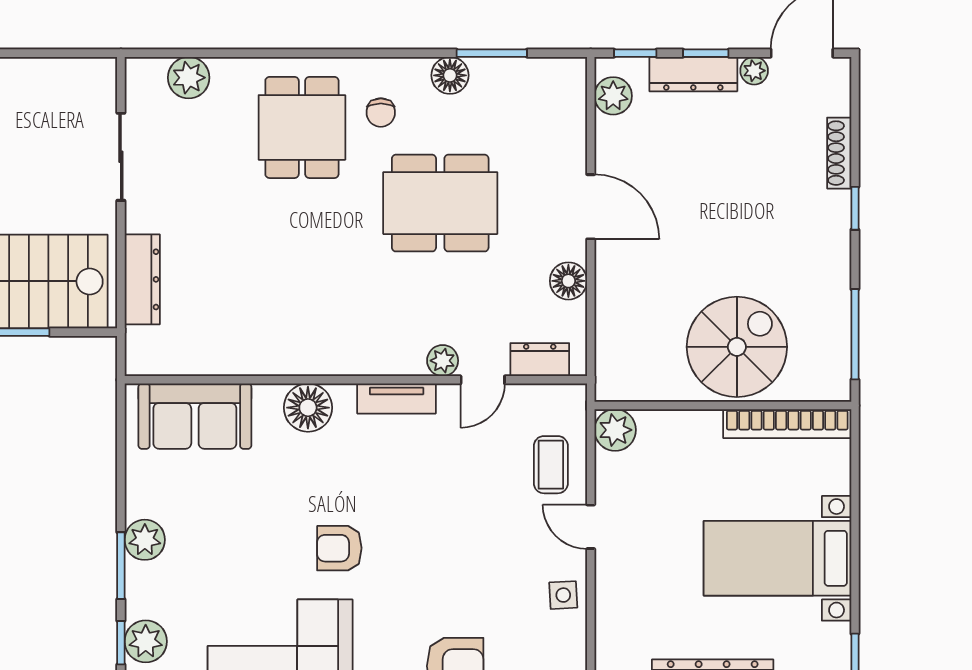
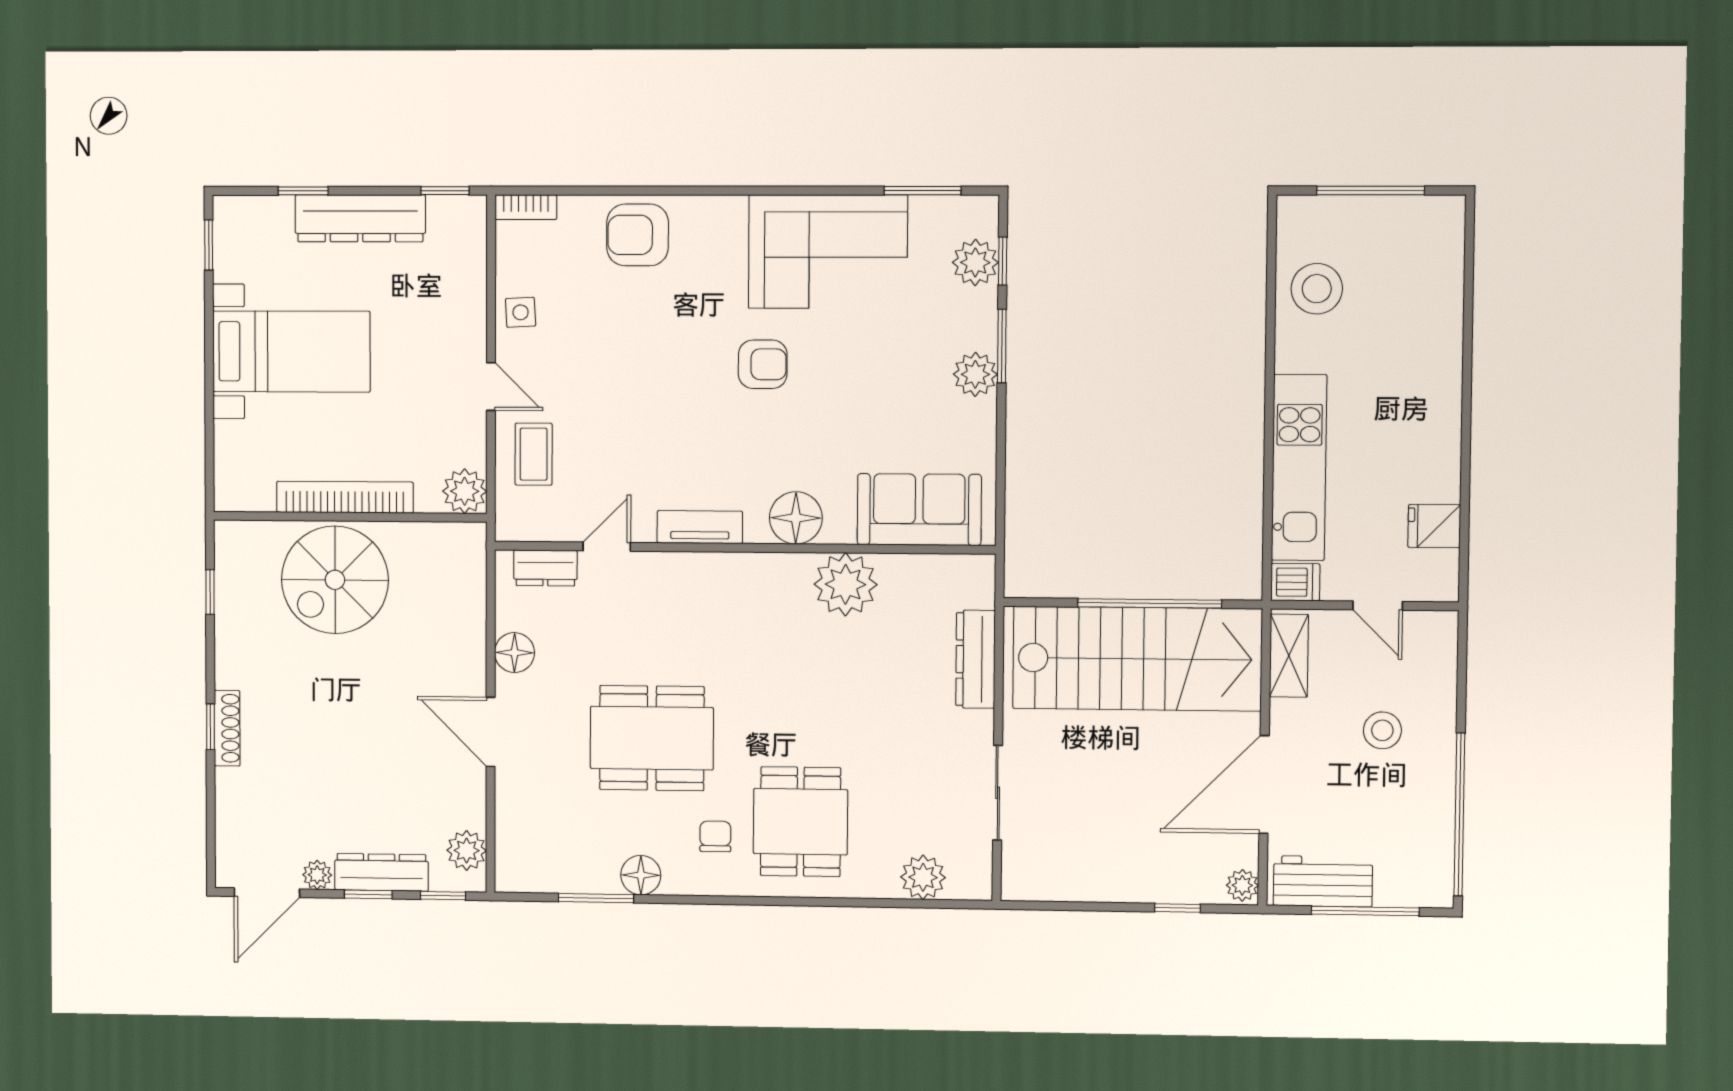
shoe rack: (839, 153) -> (227, 728), moved
window: (855, 334) -> (210, 592), width x0.46
plant: (443, 361) -> (846, 584), moved, width x1.88, depth x1.88
bookcase: (787, 424) -> (345, 497), moved

